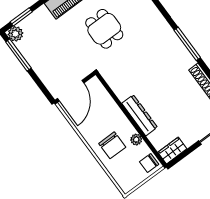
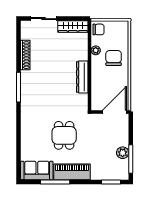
plant: (16, 34) -> (123, 153), moved
dresser: (140, 115) -> (82, 77), moved
wardrobe: (172, 150) -> (73, 26), width x1.50

